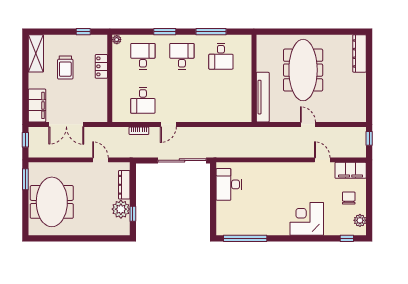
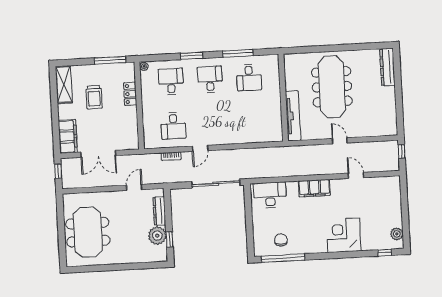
window: (83, 32) -> (110, 60), width x2.17
door: (100, 160) -> (134, 187), hinge flipped
filing cabinet: (351, 170) -> (314, 188), moved
window: (25, 179) -> (60, 211), removed
desk: (229, 184) -> (270, 195), moved, turned 90
chair: (349, 198) -> (281, 240), moved

